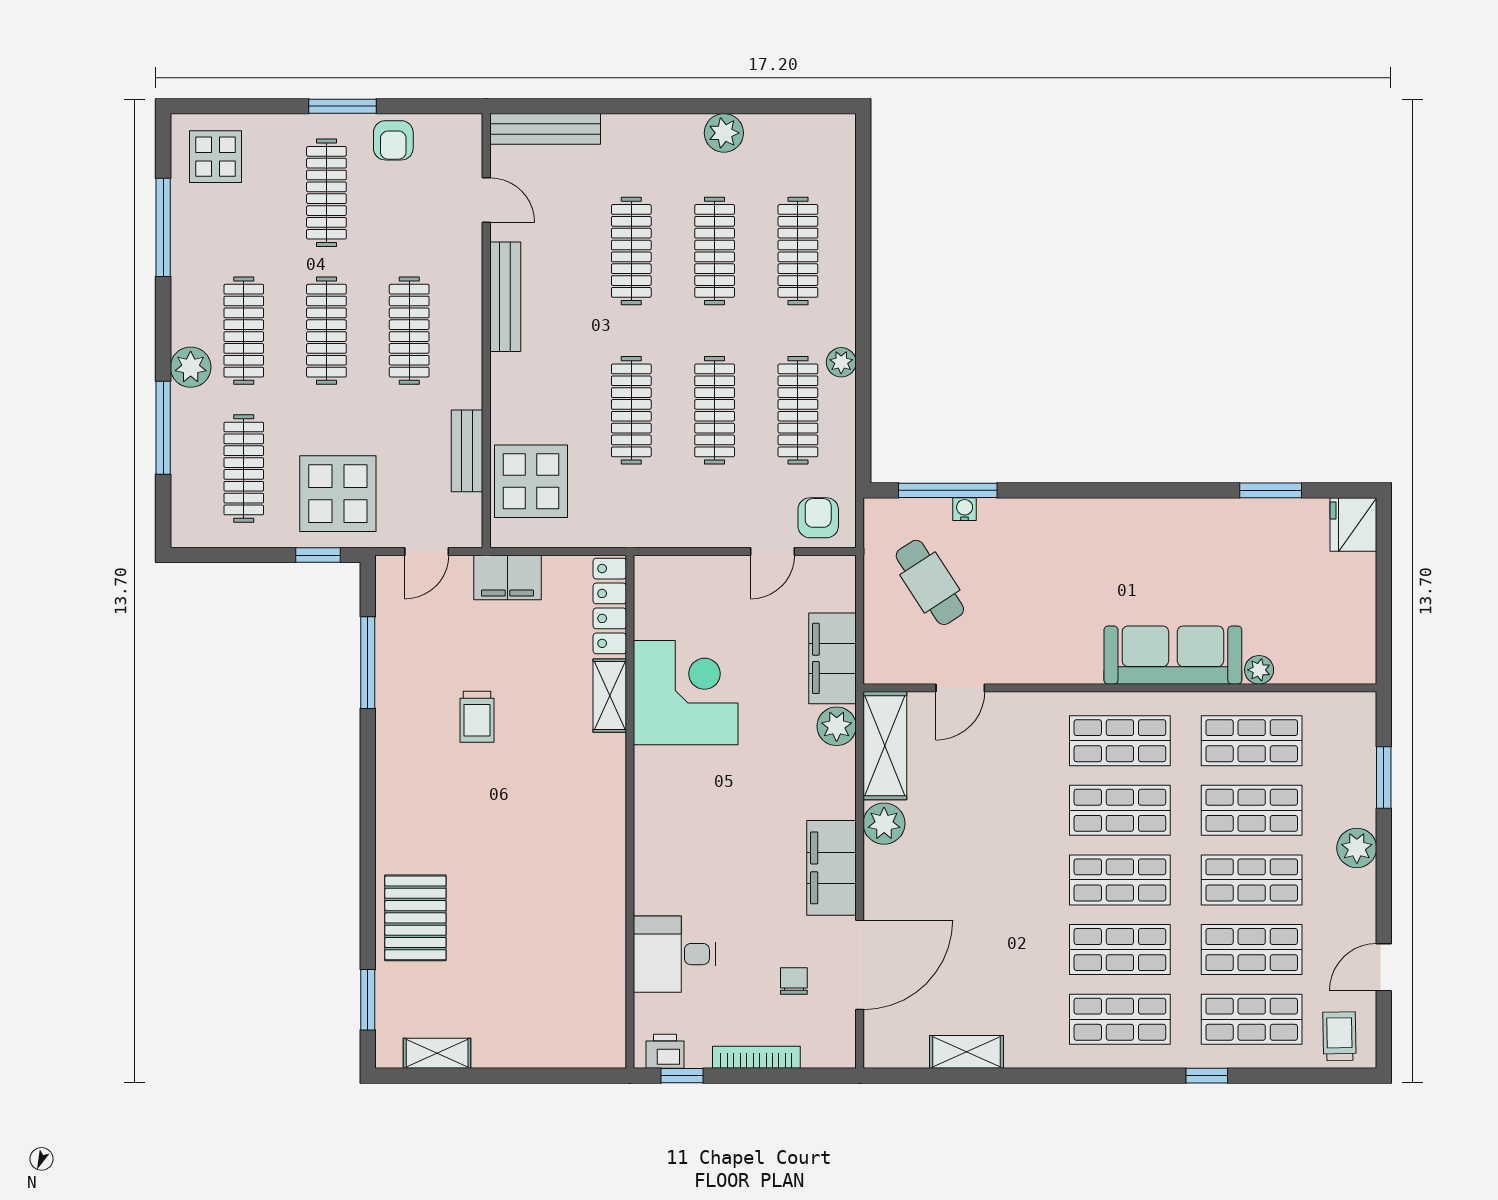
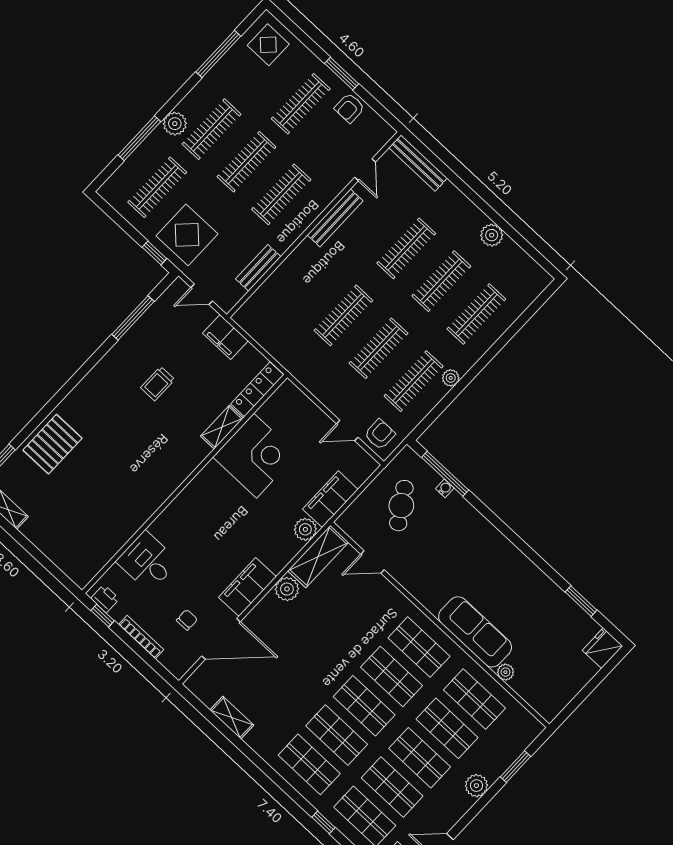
display table: (531, 481) -> (273, 306), removed

